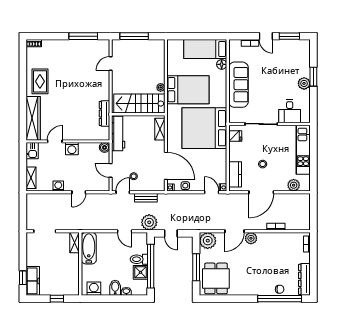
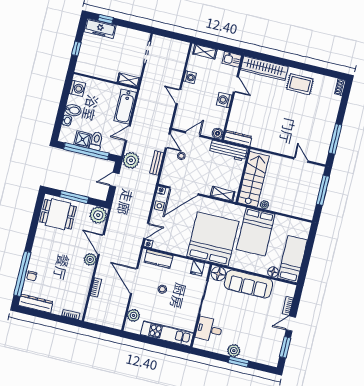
dresser: (104, 113) -> (238, 138), moved
floor lamp: (236, 115) -> (218, 274), added
bathtub: (89, 248) -> (125, 107), moved, turned 90

